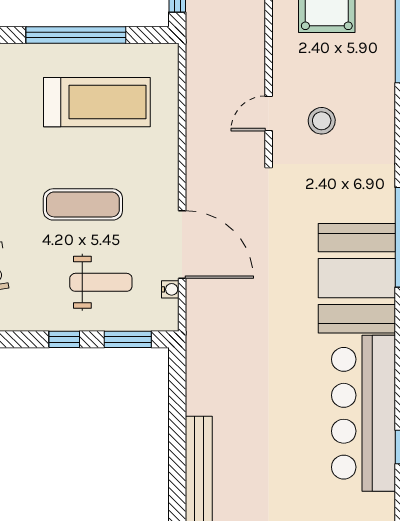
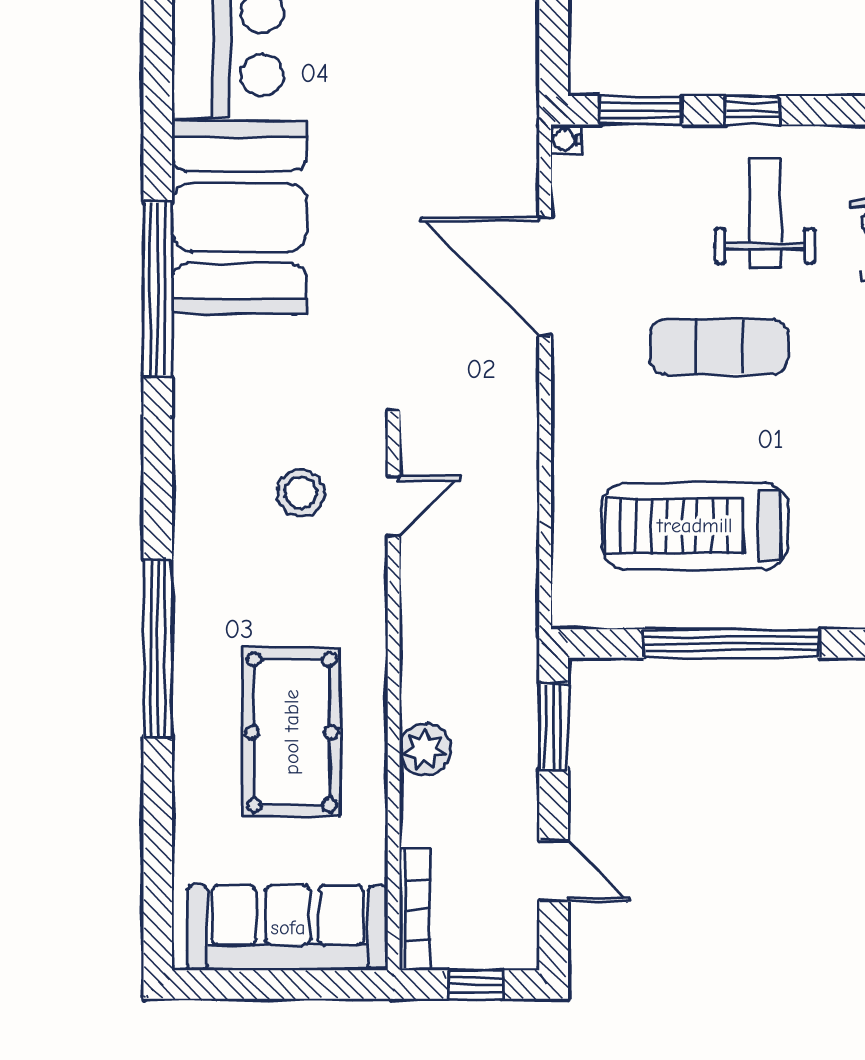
weight bench: (101, 282) -> (765, 213), moved, turned 90
water cooler: (170, 289) -> (566, 140), moved

